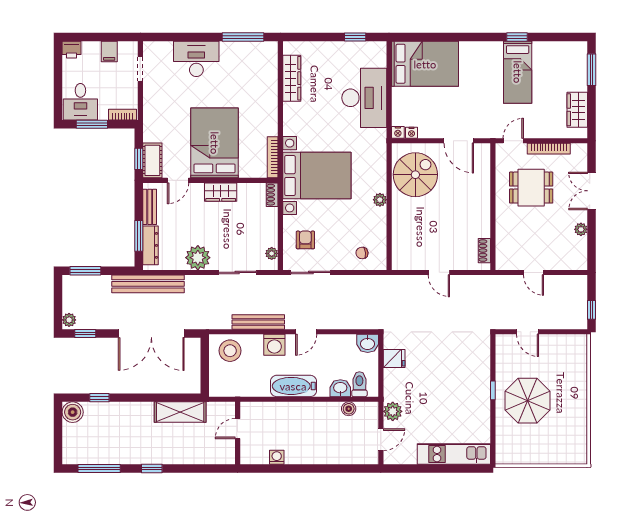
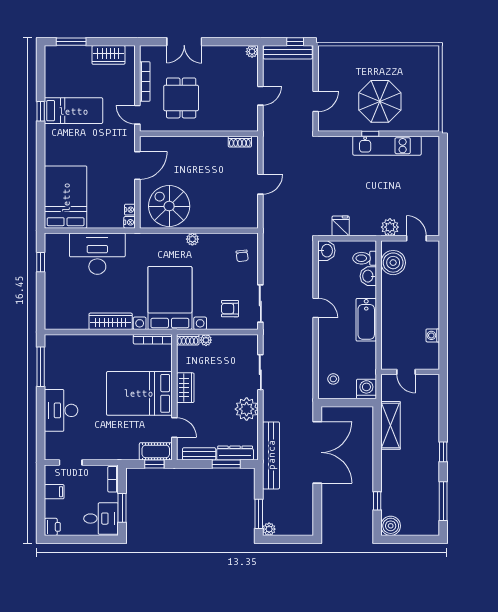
wardrobe: (292, 78) -> (111, 321), moved
plant: (581, 229) -> (252, 52), moved
plant: (272, 253) -> (206, 340), moved
plant: (69, 320) -> (269, 529), moved
bench: (258, 322) -> (288, 52), moved, turned 90
window: (85, 333) -> (317, 514), removed
washing machine: (274, 345) -> (366, 389), moved, turned -90
stool: (230, 351) -> (333, 379), width x0.53, depth x0.53
boiler: (349, 409) -> (393, 263), width x1.86, depth x1.86
kitchen unit: (454, 454) -> (387, 146), moved, turned -90

